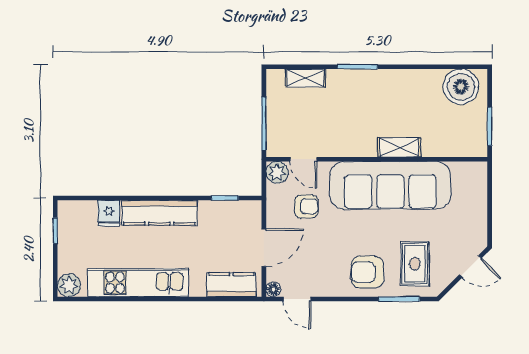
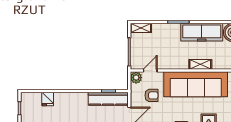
shelving: (305, 78) -> (141, 28), moved
freezer: (402, 86) -> (202, 32), added
door: (304, 159) -> (150, 71), swing flipped
kitchen counter: (159, 213) -> (108, 99), moved

